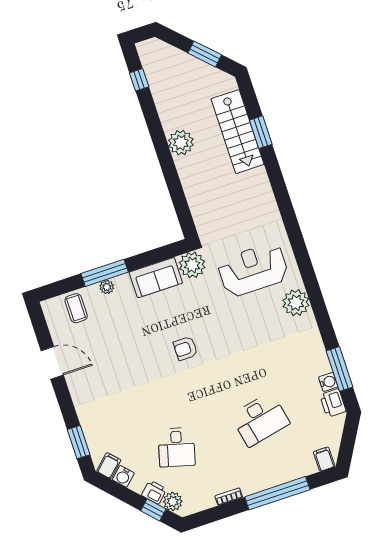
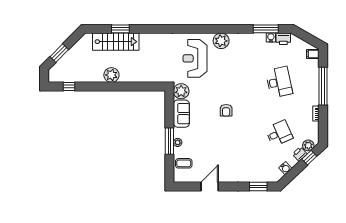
window: (205, 54) -> (59, 53), moved
desk: (177, 447) -> (279, 133), turned -39
filing cabinet: (109, 466) -> (277, 174), removed

